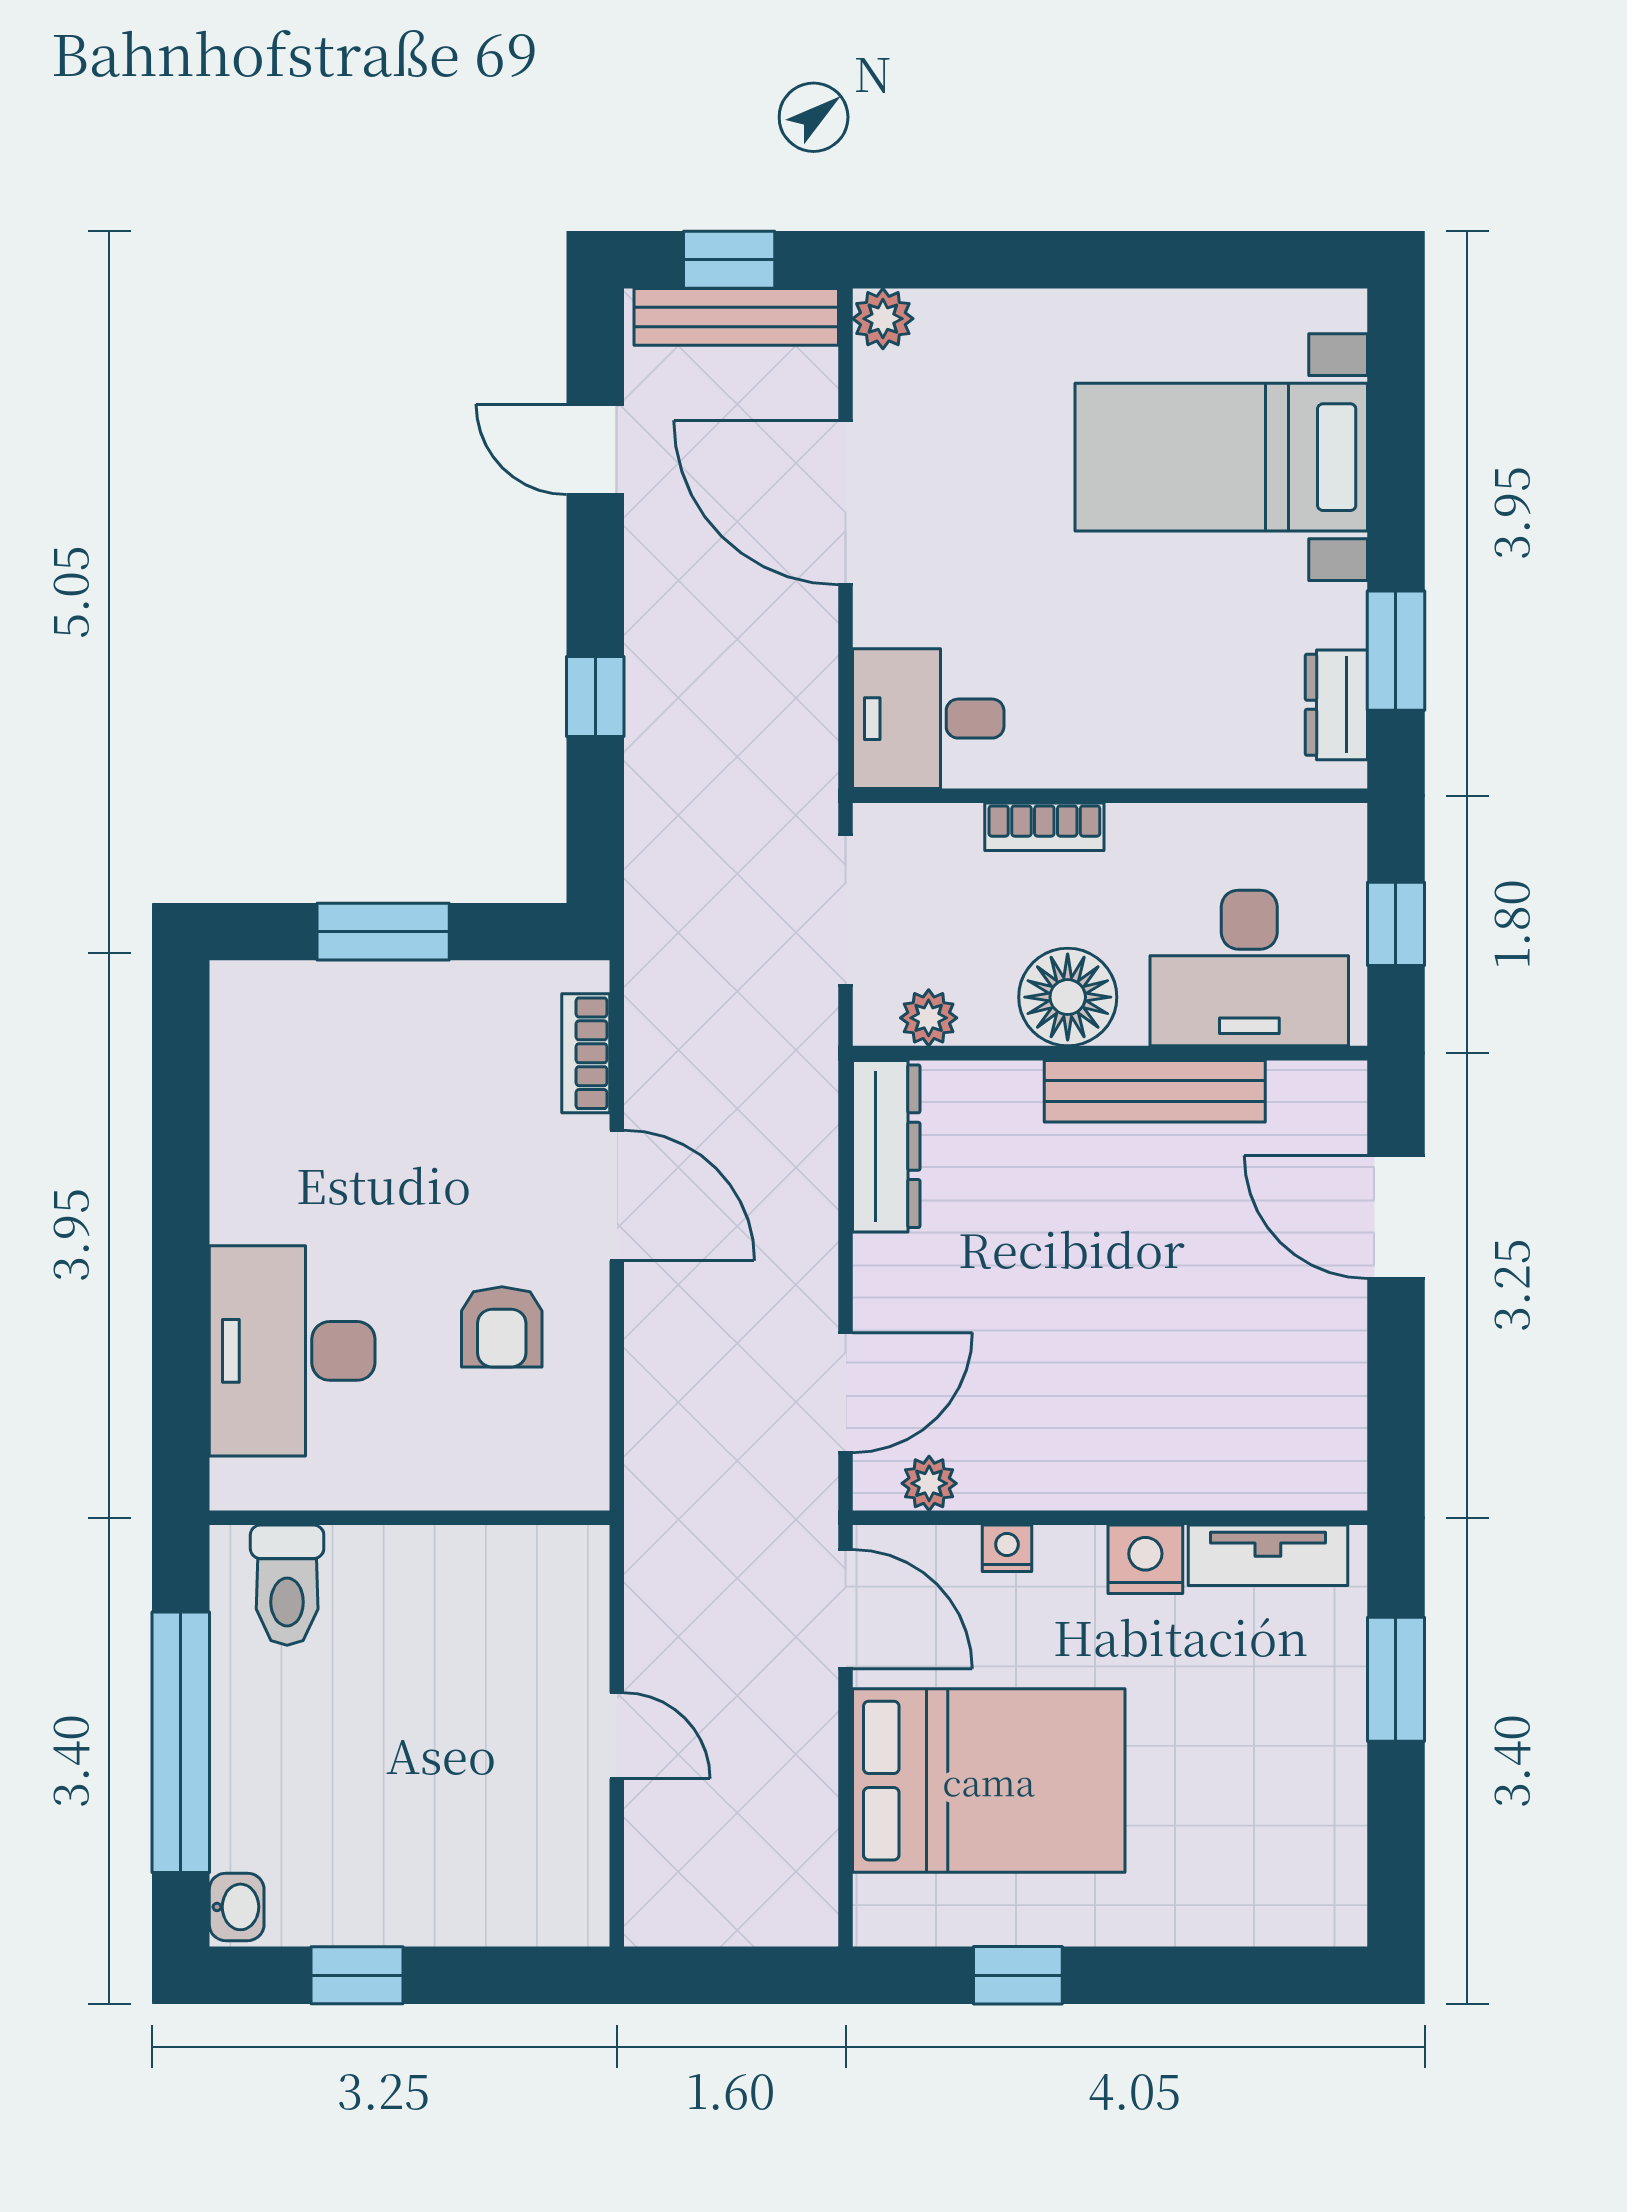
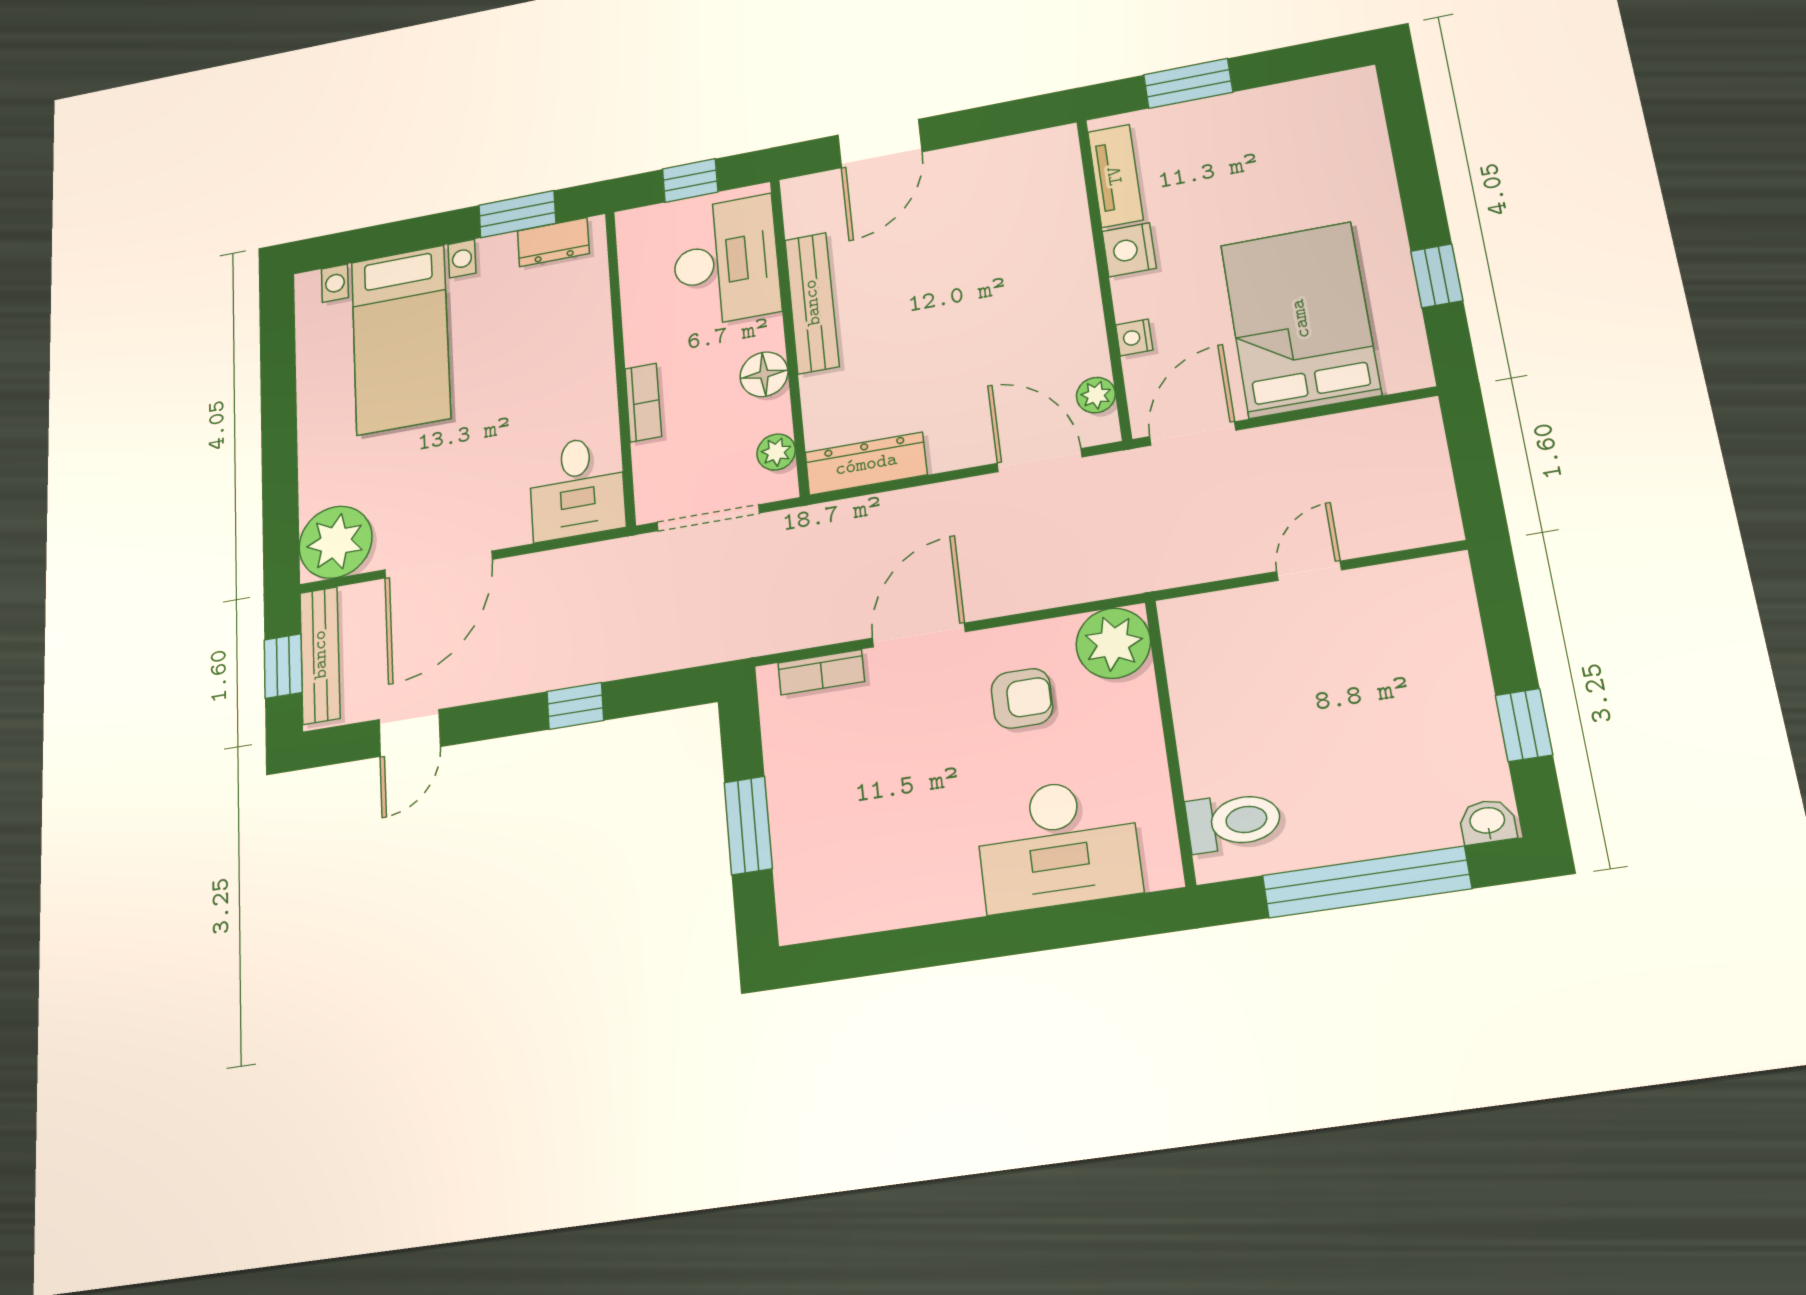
plant: (883, 319) -> (336, 542), width x1.87, depth x1.87
floor lamp: (1068, 997) -> (764, 374), width x0.73, depth x0.73
plant: (559, 1460) -> (1113, 643), added

